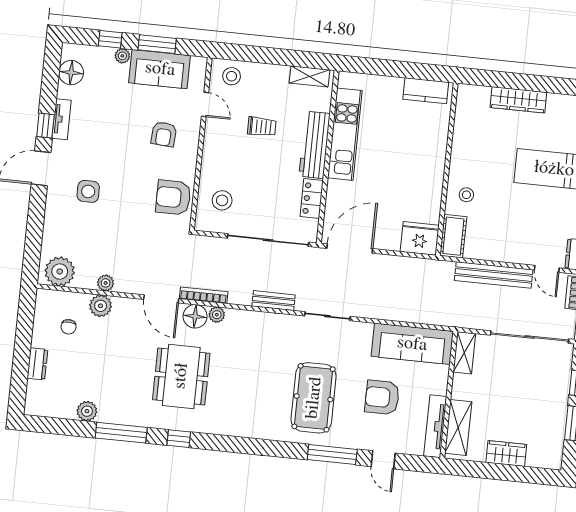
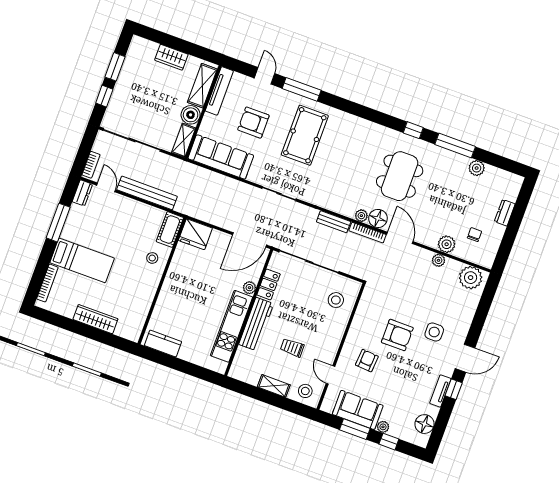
shelving: (309, 76) -> (274, 386), moved
plant: (335, 188) -> (249, 288), added
armchair: (173, 197) -> (397, 335), moved
bench: (274, 301) -> (334, 222), moved
boiler: (464, 387) -> (191, 115), added
armchair: (382, 397) -> (253, 123), turned 180

